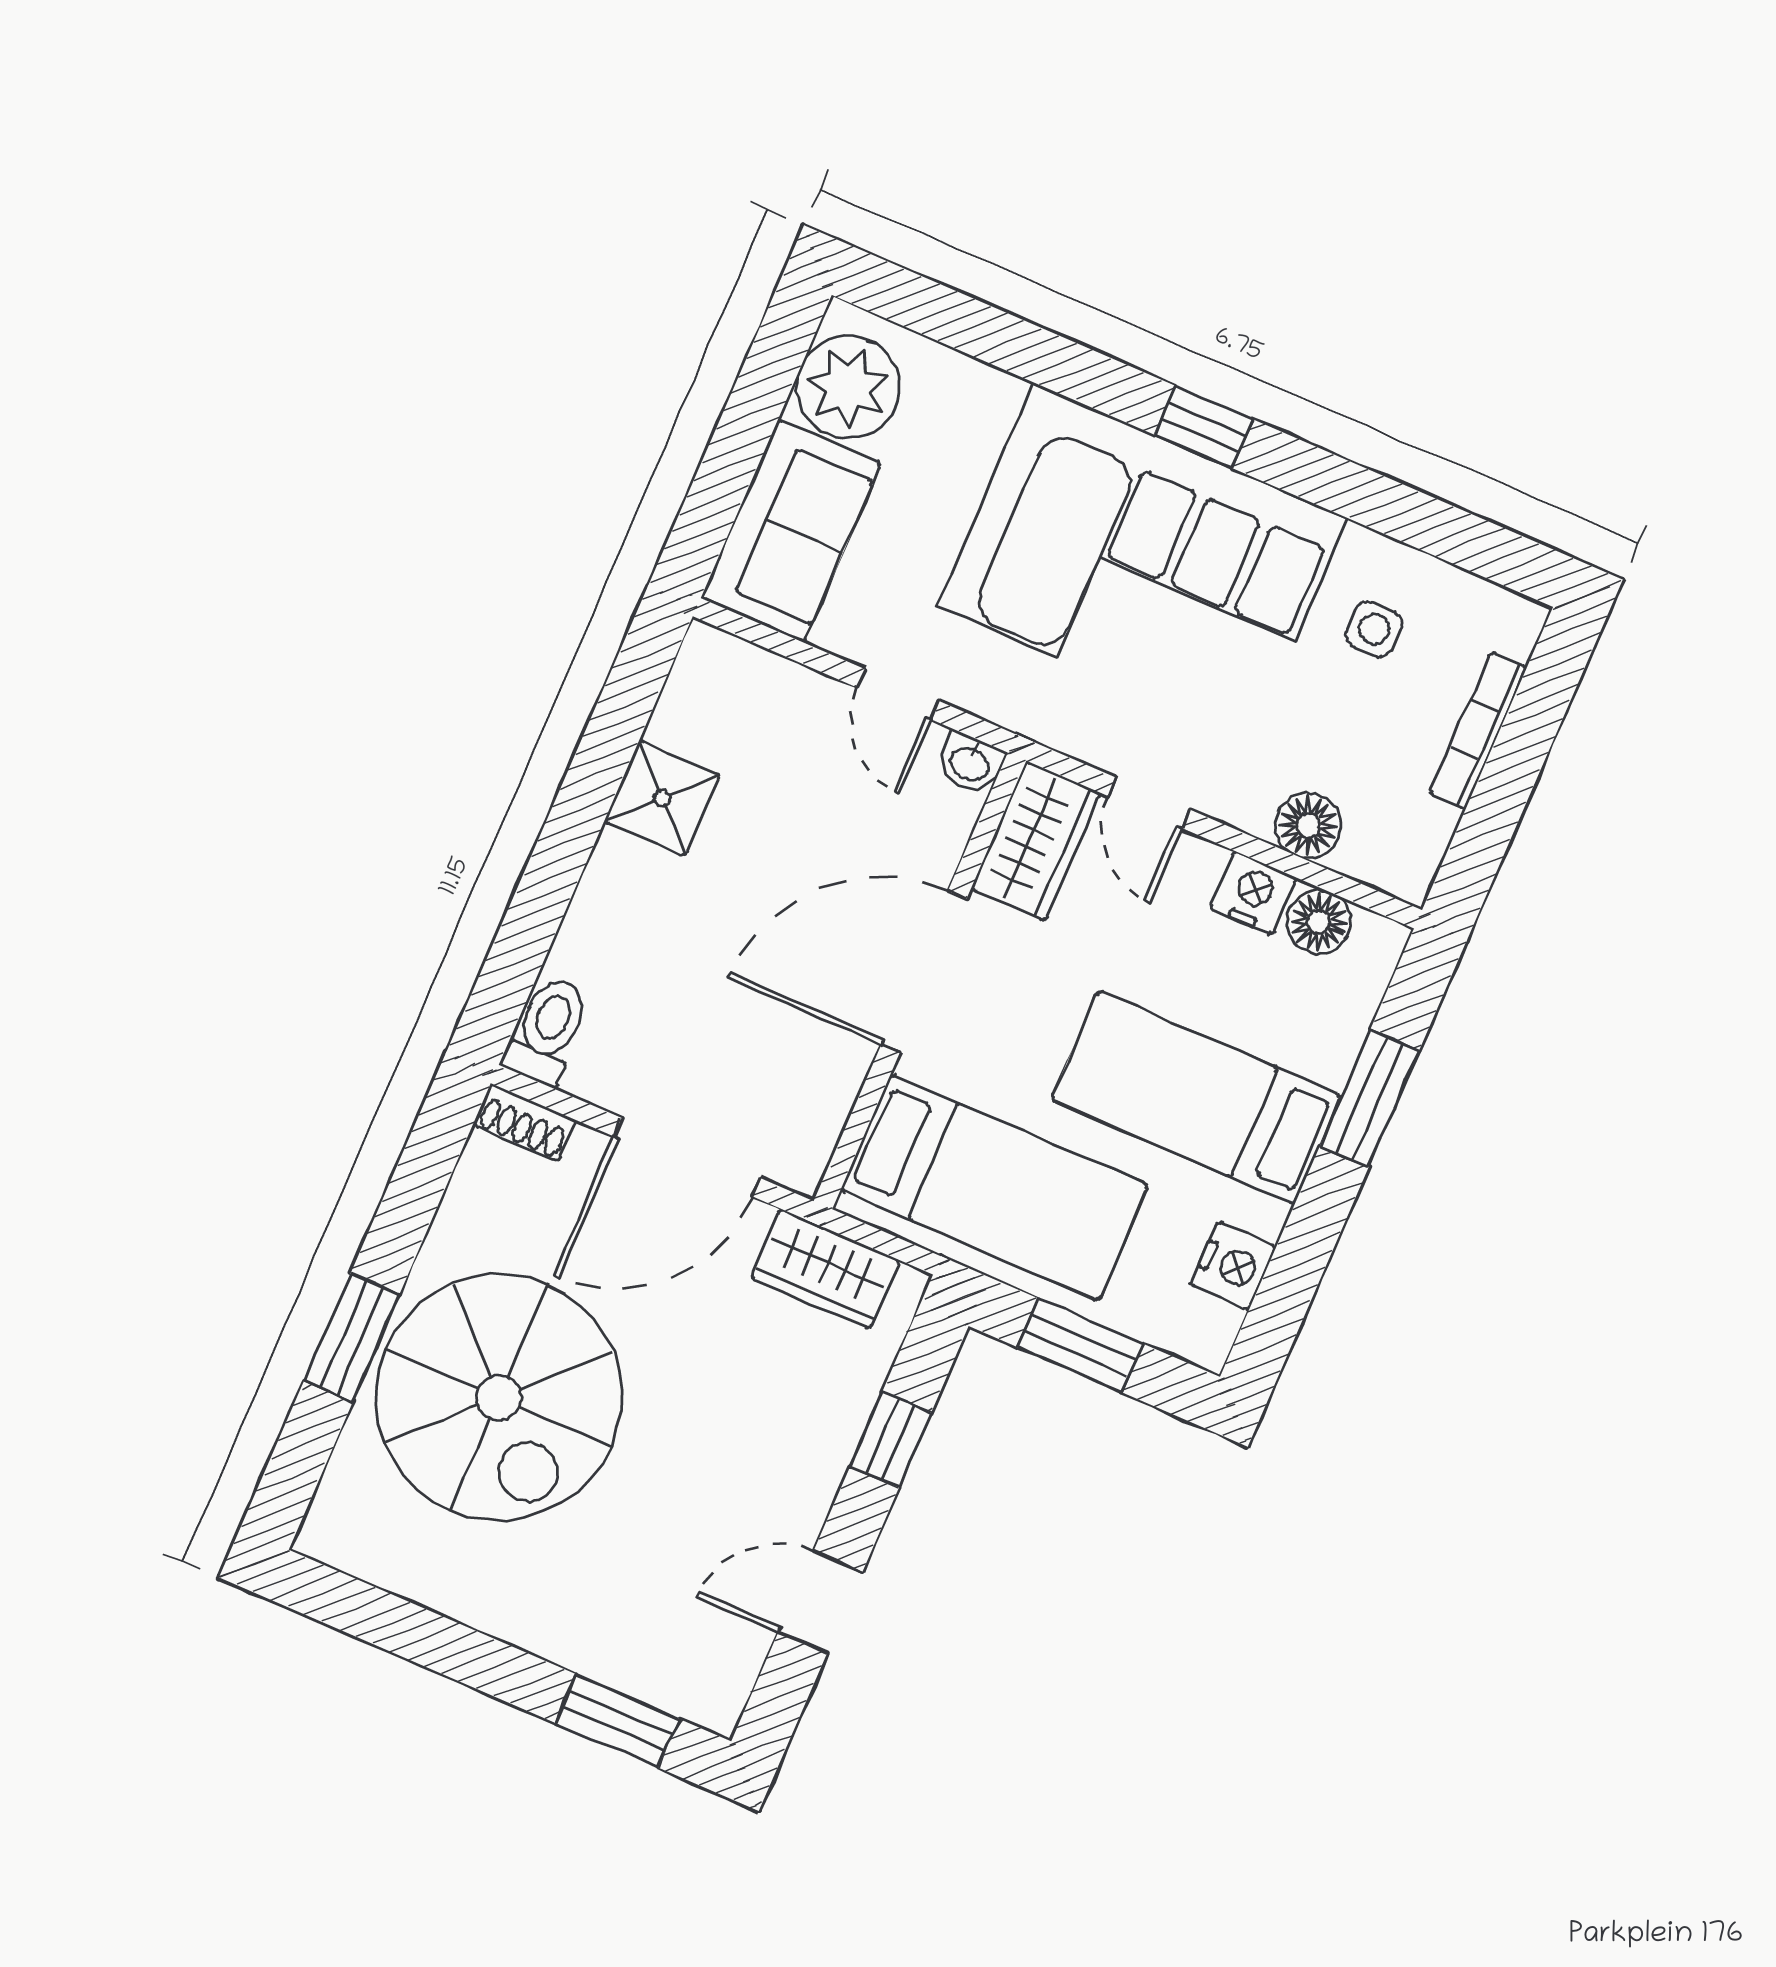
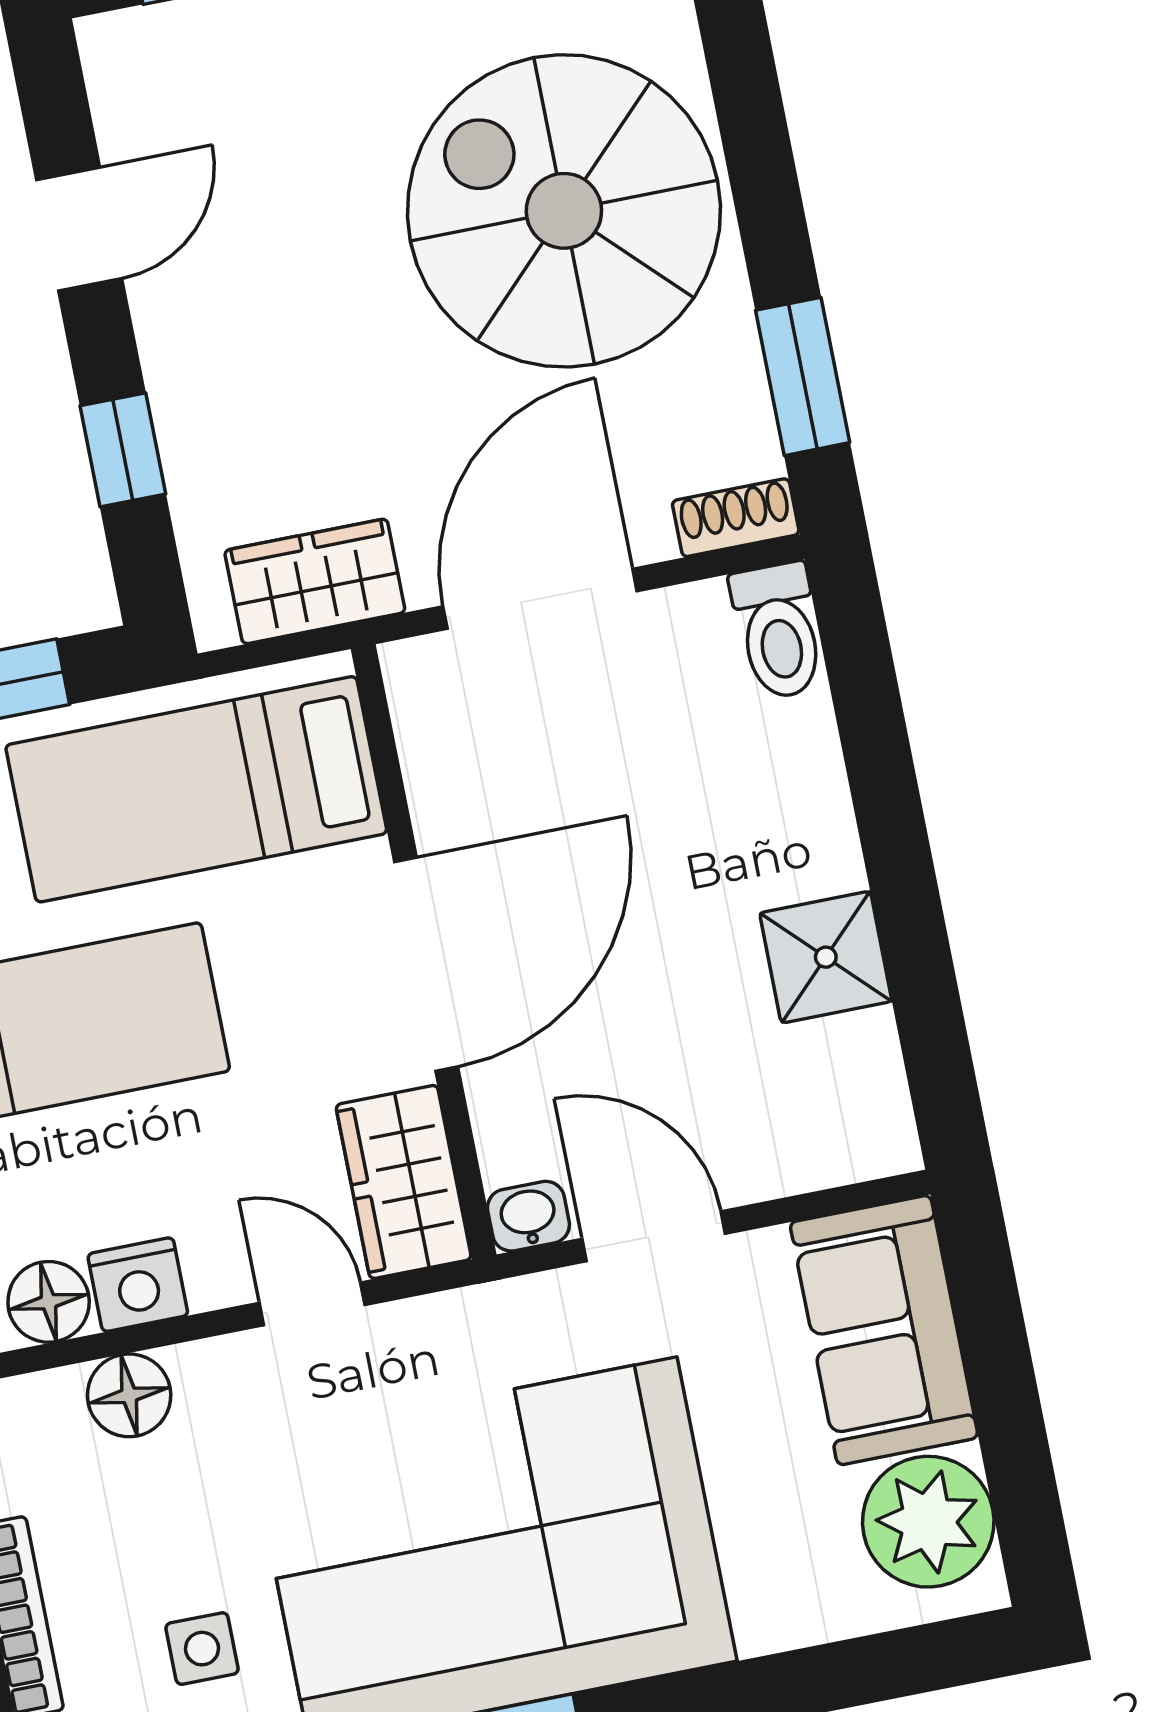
door: (898, 694) -> (654, 1236), width x1.38
window: (352, 1338) -> (803, 376), moved

